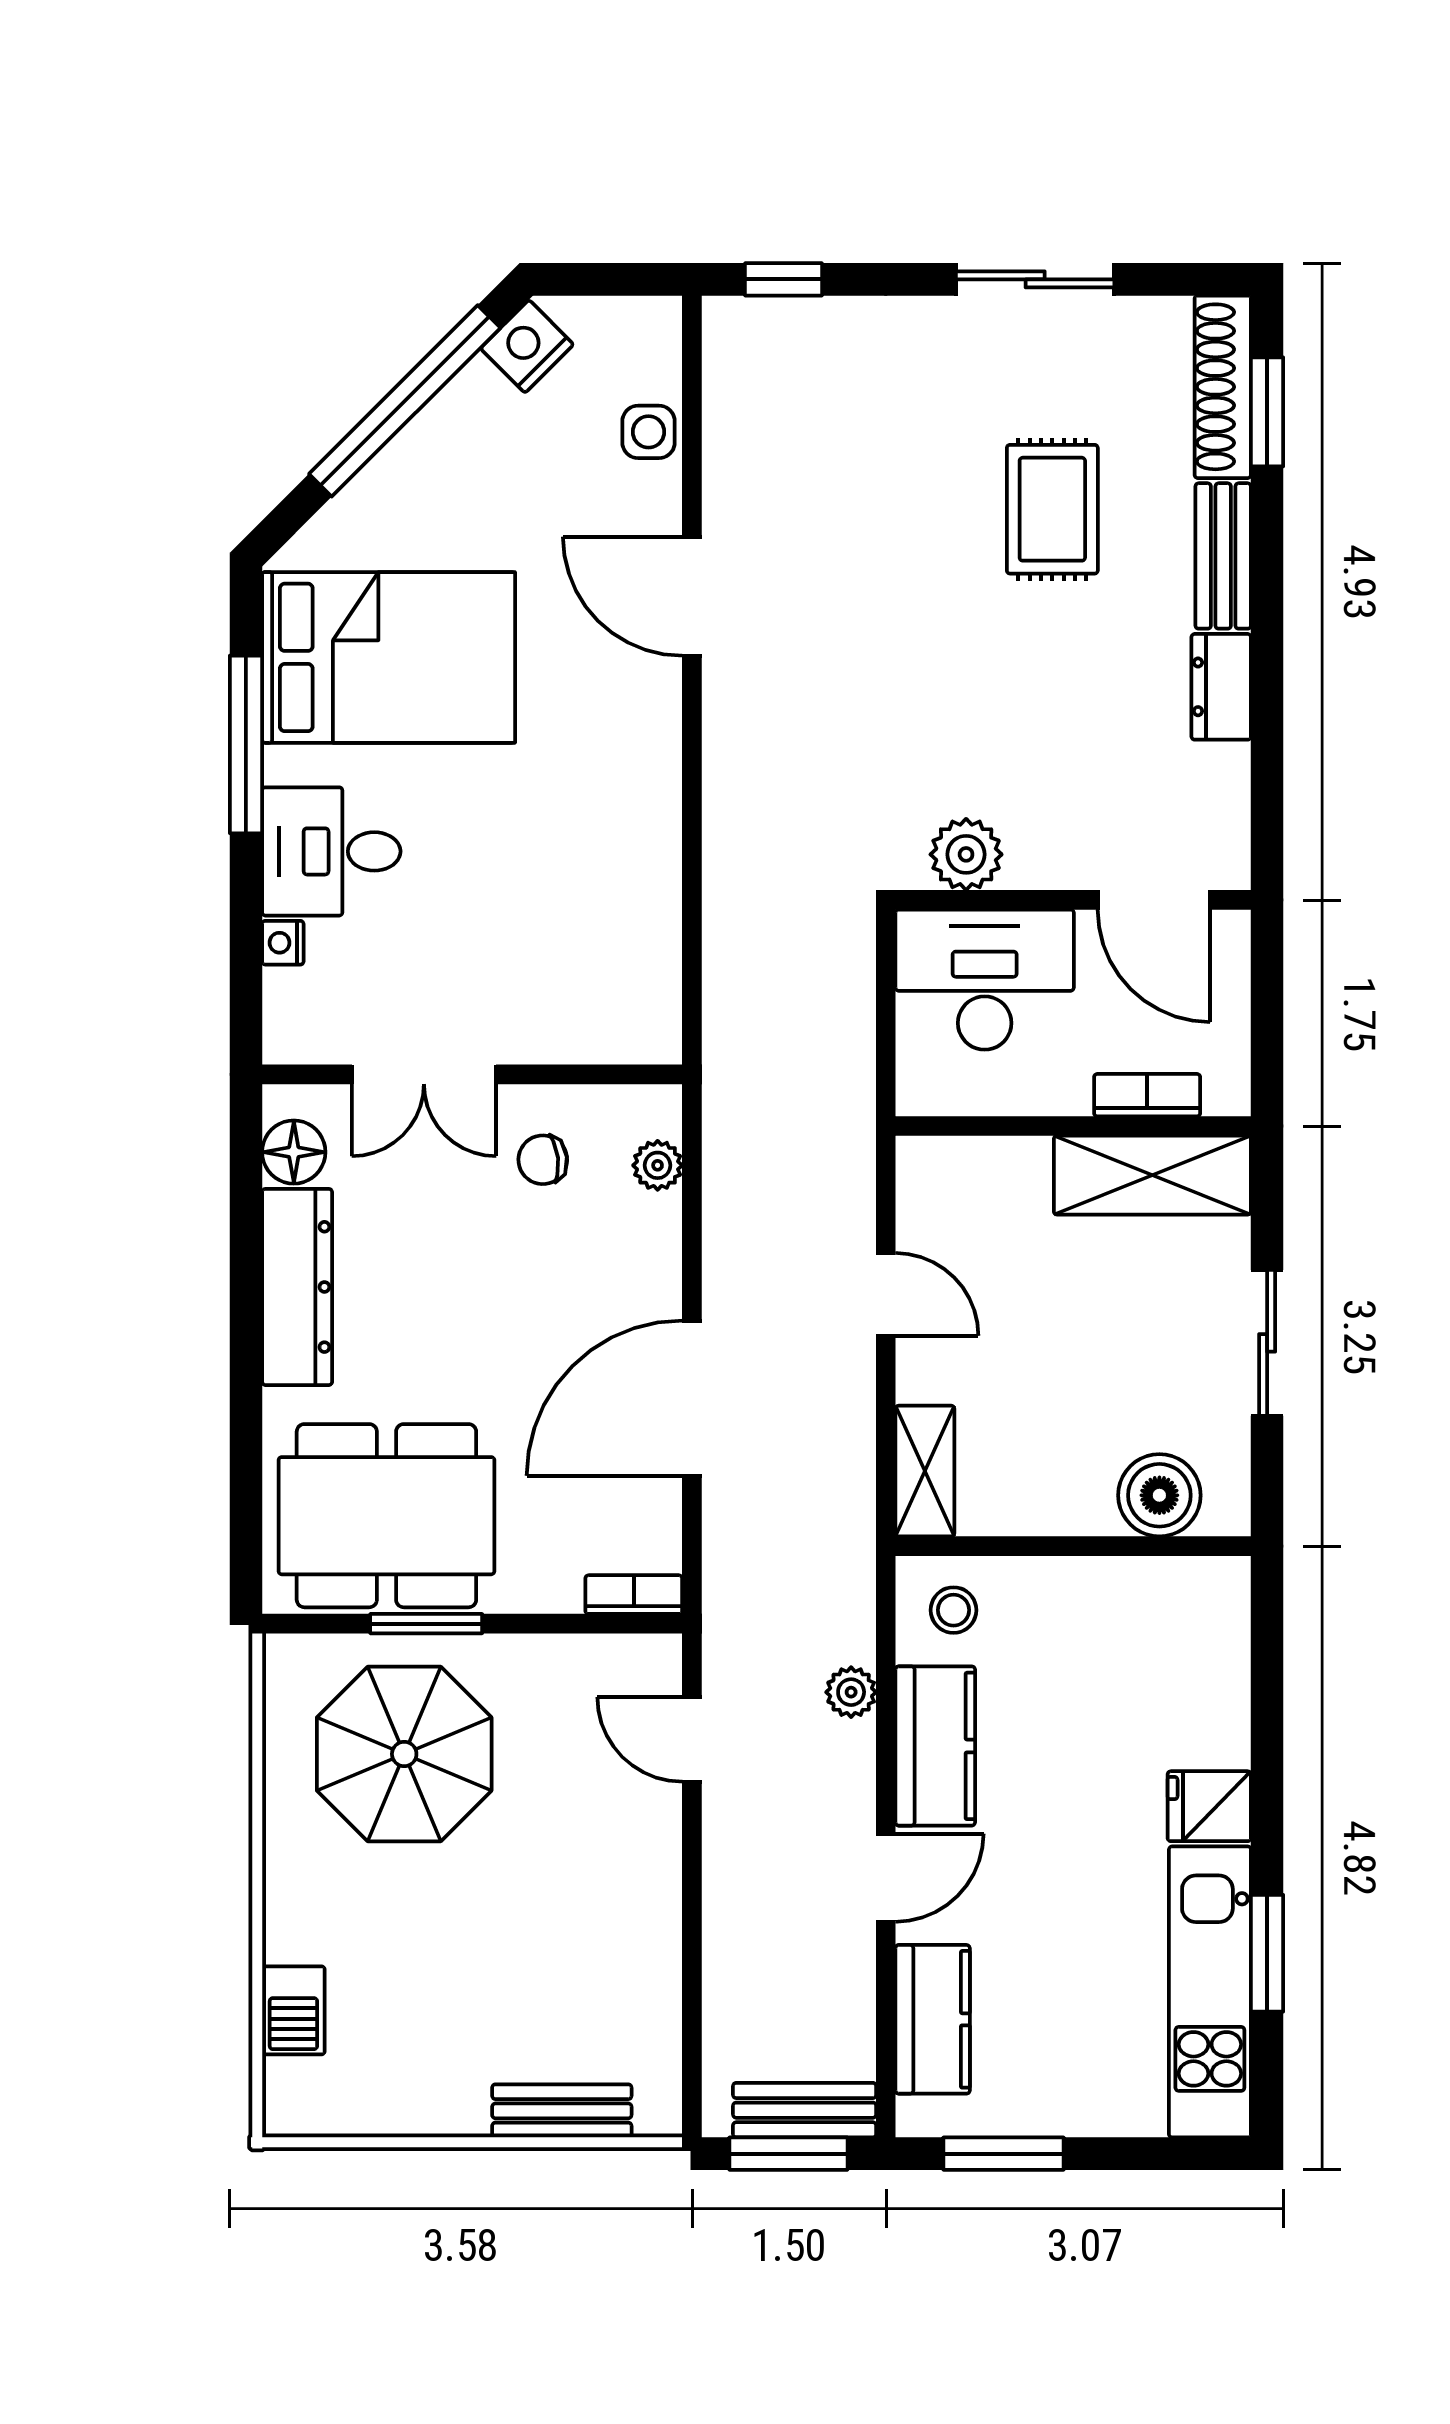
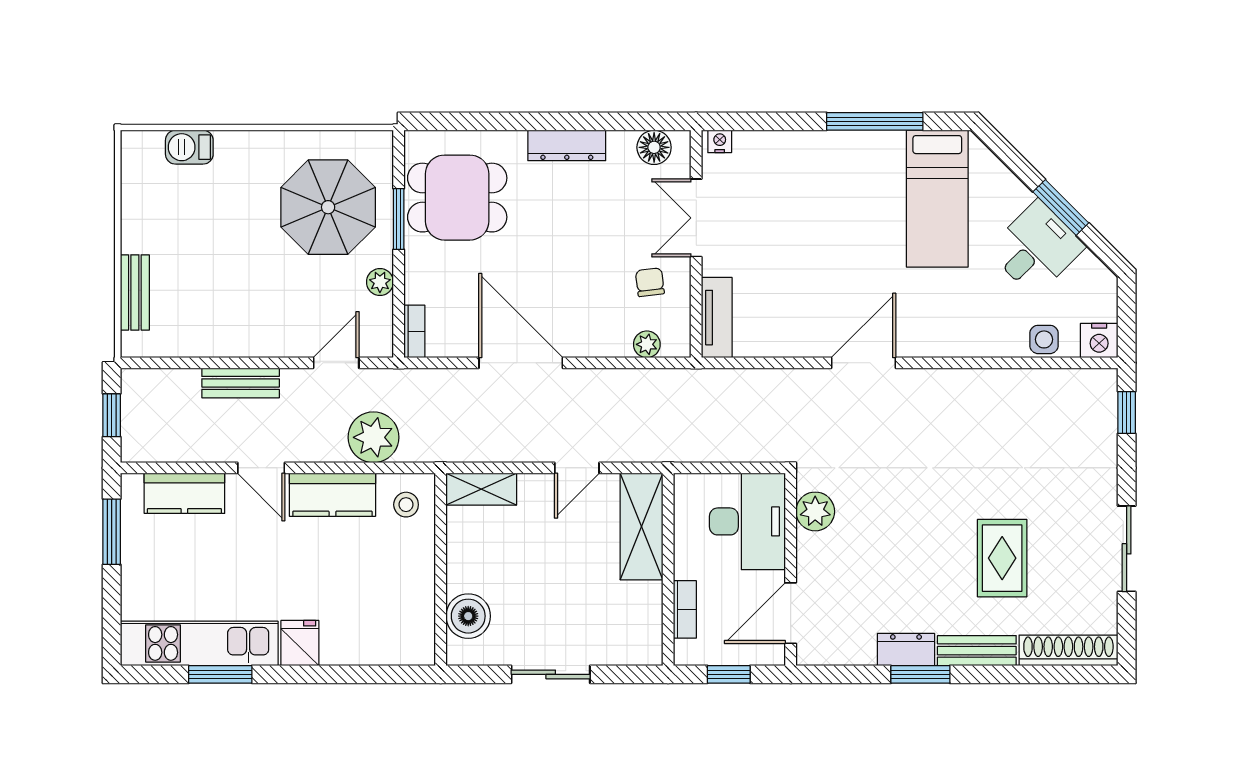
nightstand: (527, 346) -> (1099, 341), moved, turned 135
window: (405, 401) -> (1061, 207), width x0.47
window: (1267, 412) -> (920, 674), moved
rug: (1052, 509) -> (1002, 558), turned 90
door: (692, 596) -> (864, 363), moved
bed: (389, 657) -> (937, 199), width x0.67
desk: (331, 851) -> (1036, 248), moved, turned 45
nightstand: (283, 943) -> (720, 141), moved
window: (1267, 1014) -> (729, 674), added
tv unit: (608, 1036) -> (717, 318), added
shelving: (1152, 1175) -> (642, 527), moved
dresser: (297, 1287) -> (567, 145), width x0.73, depth x0.80
dining table: (386, 1516) -> (457, 198), width x0.73
plant: (542, 1658) -> (380, 282), added
plant: (851, 1692) -> (373, 437), width x1.88, depth x1.88
bench: (805, 2110) -> (241, 383), moved, turned 90
window: (788, 2154) -> (112, 415), width x0.67

